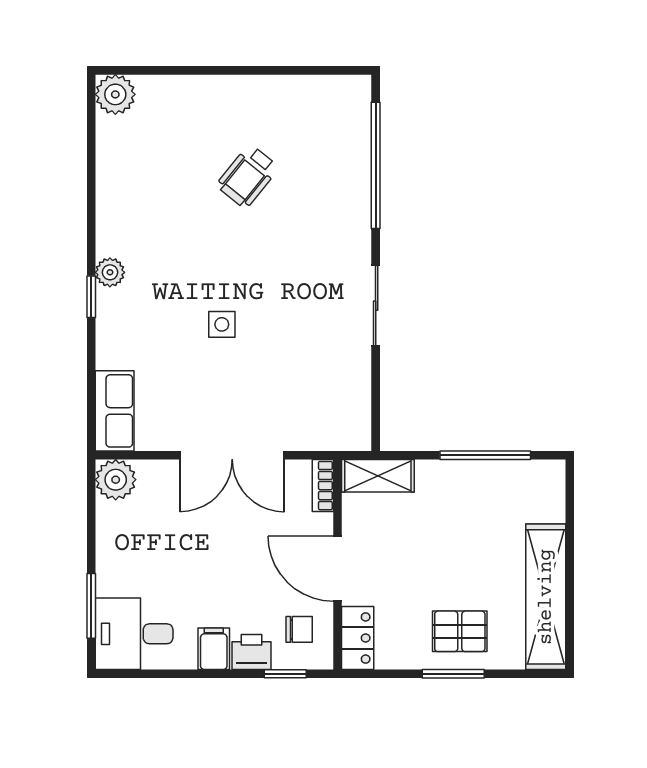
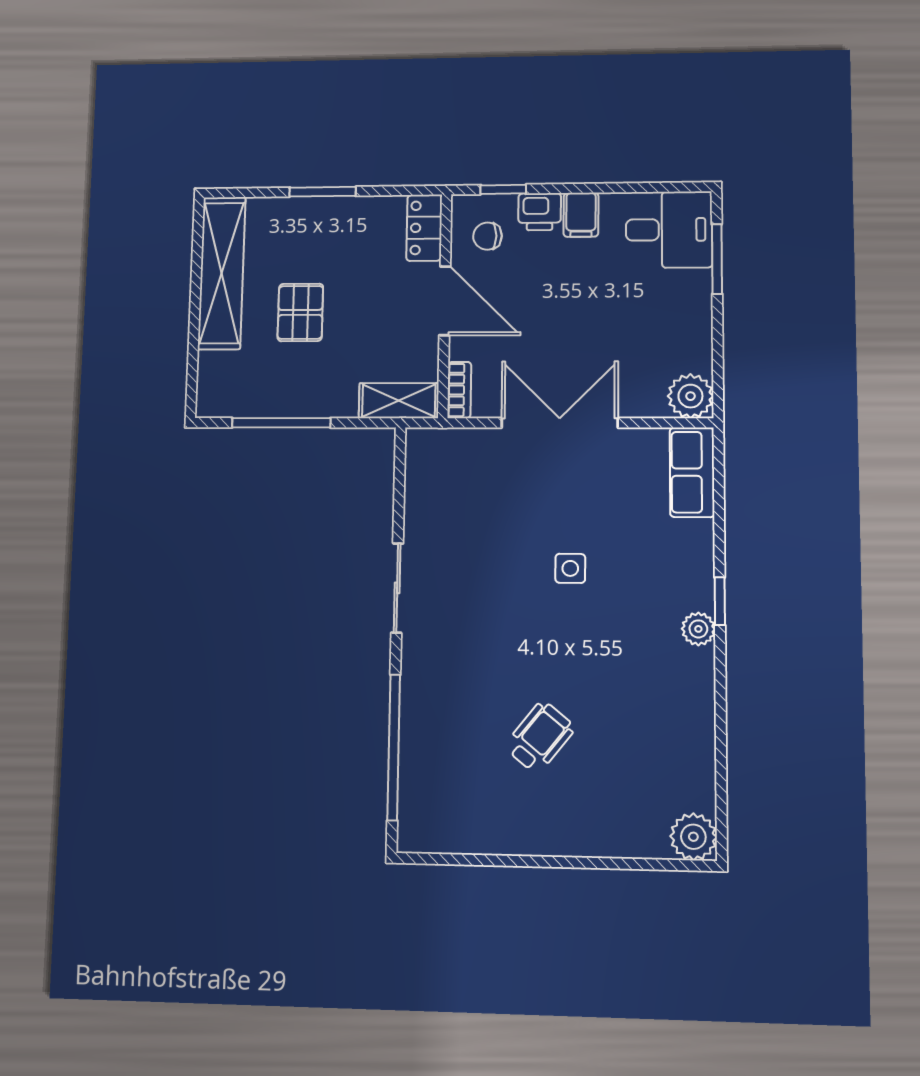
pallet: (460, 631) -> (300, 312), moved, turned 90

